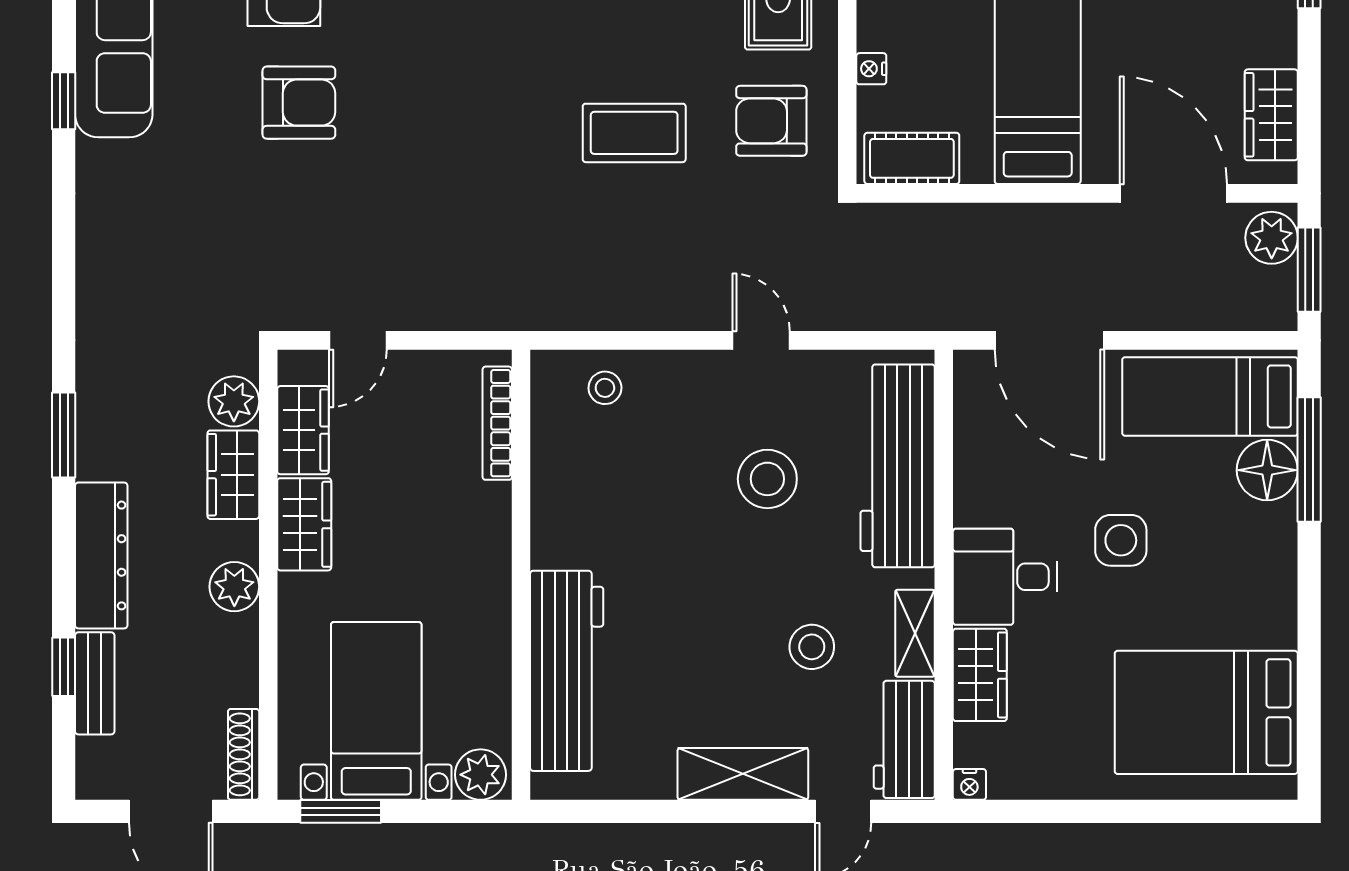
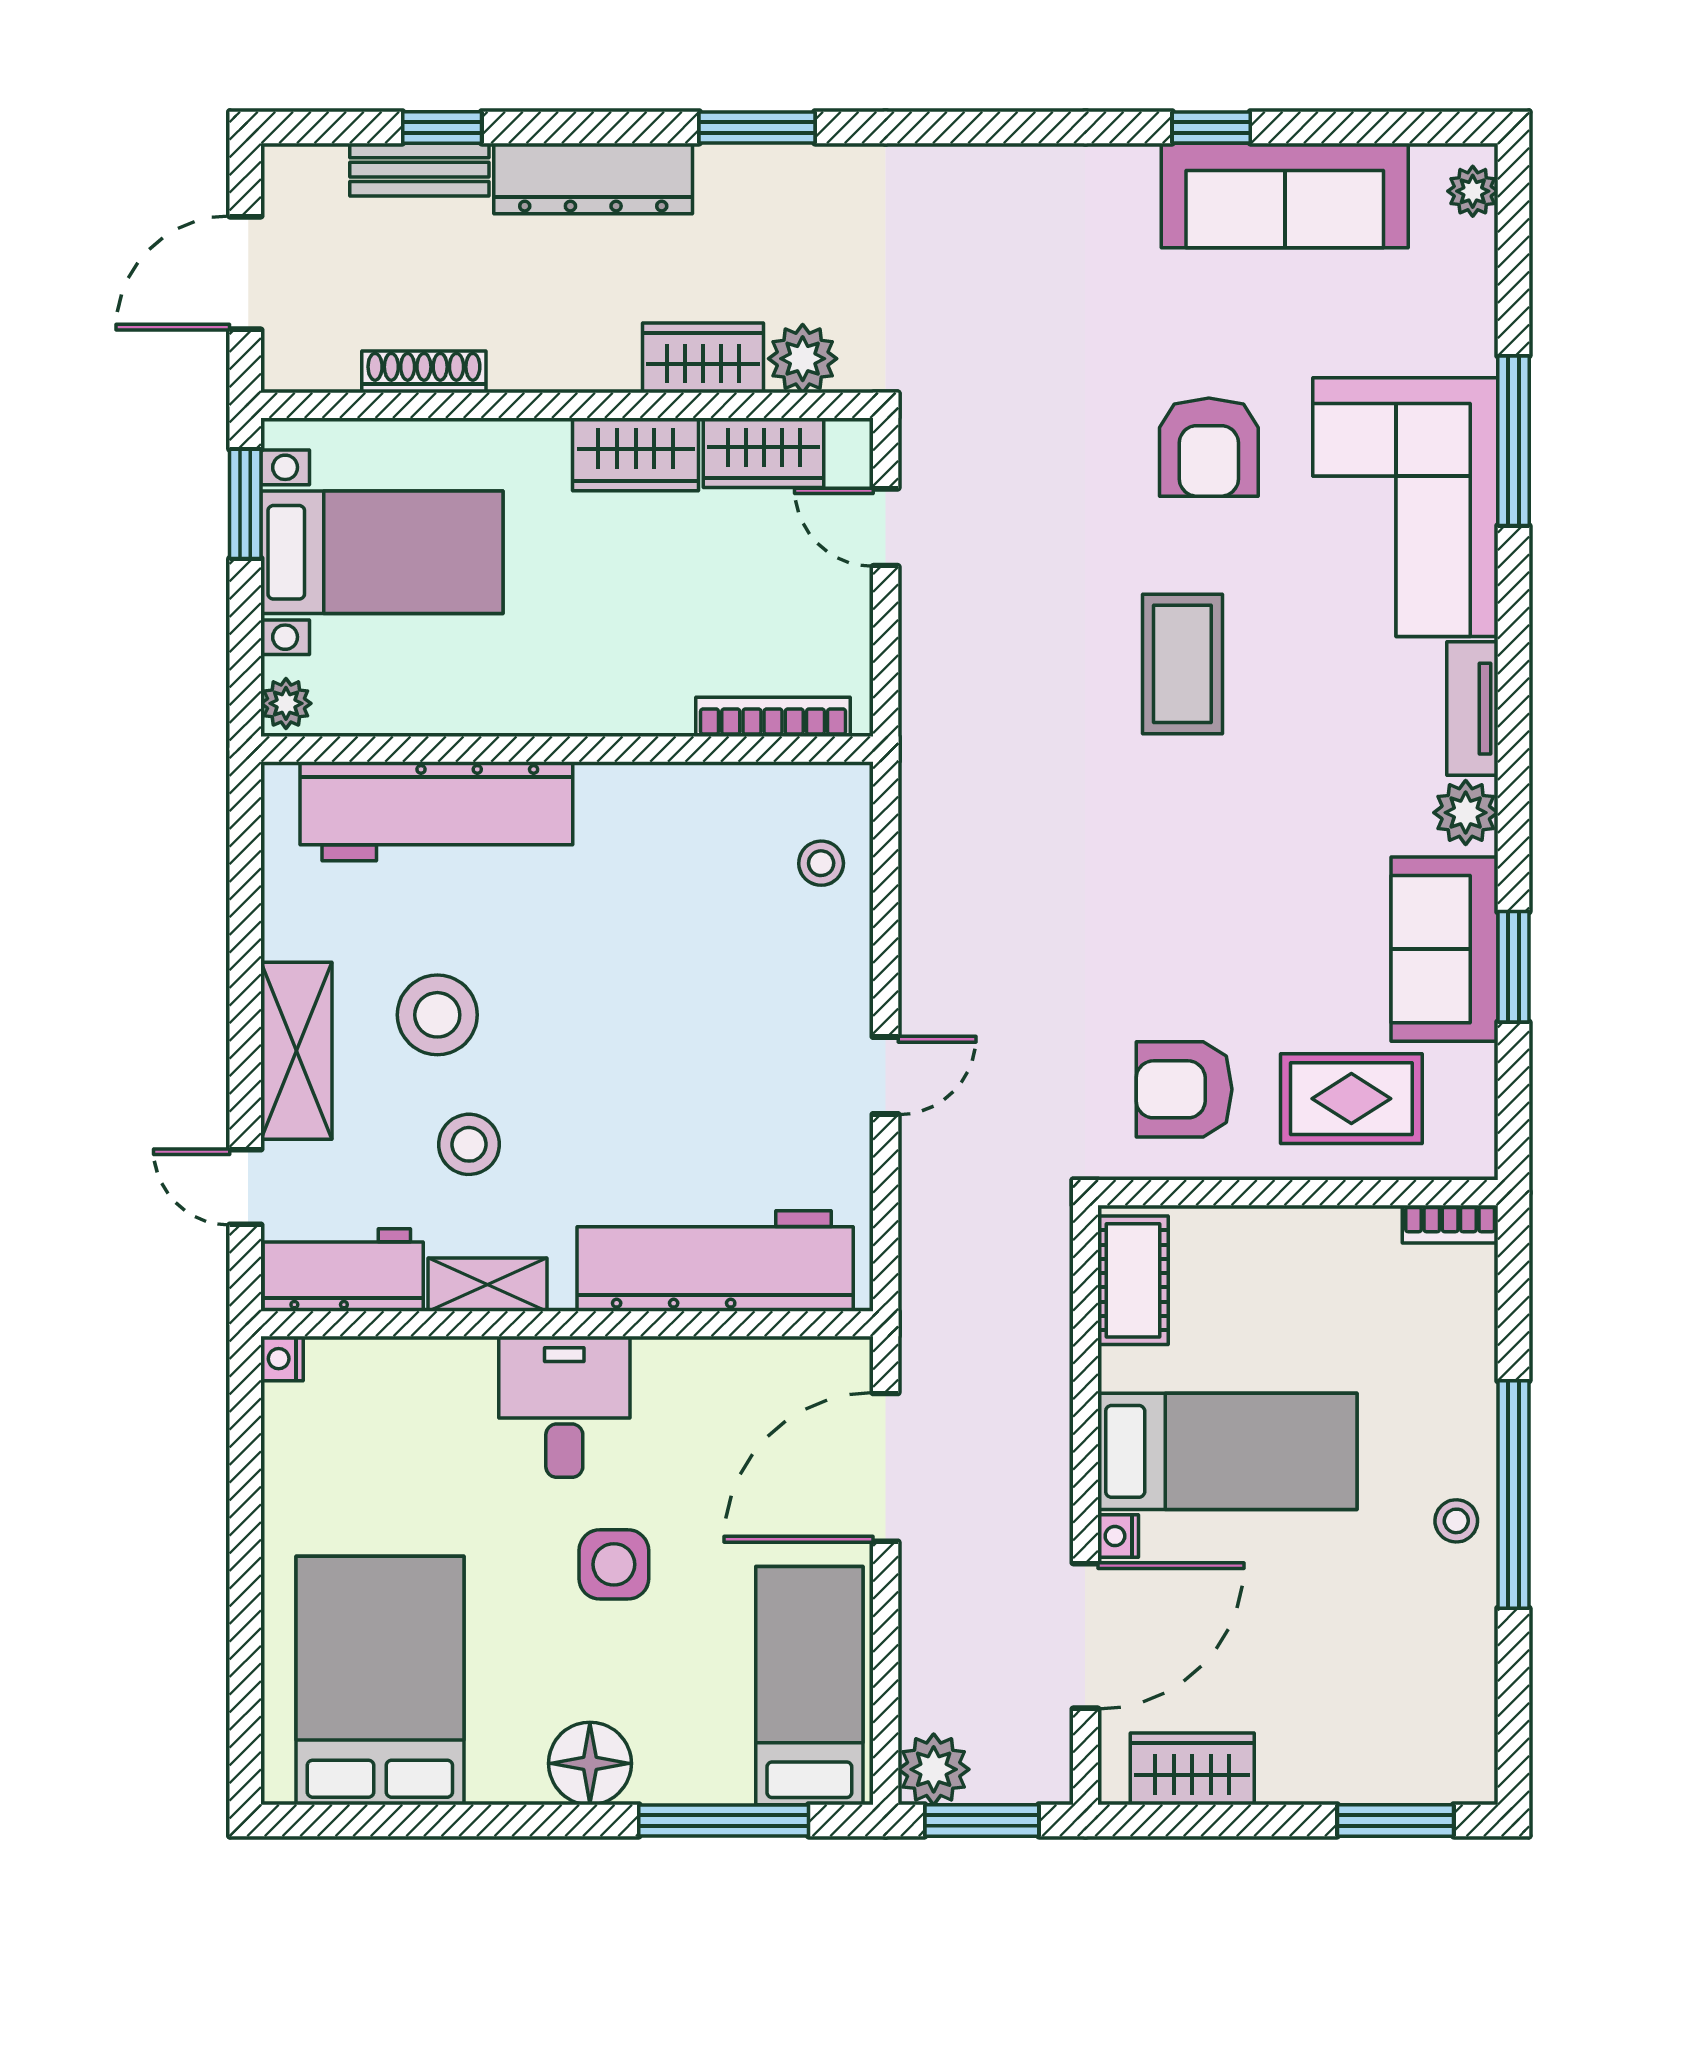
nightstand: (871, 69) -> (1118, 1536), moved, turned -90
armchair: (771, 121) -> (1184, 1089), turned -90
coffee table: (634, 133) -> (1182, 664), moved
plant: (1272, 238) -> (934, 1769), moved
floor lamp: (1267, 470) -> (590, 1763), moved
stool: (767, 479) -> (437, 1015), moved
plant: (234, 587) -> (551, 359), removed
wardrobe: (980, 675) -> (431, 1373), removed
shoe rack: (244, 754) -> (424, 372), moved
plant: (481, 775) -> (286, 703), width x0.73, depth x0.73

